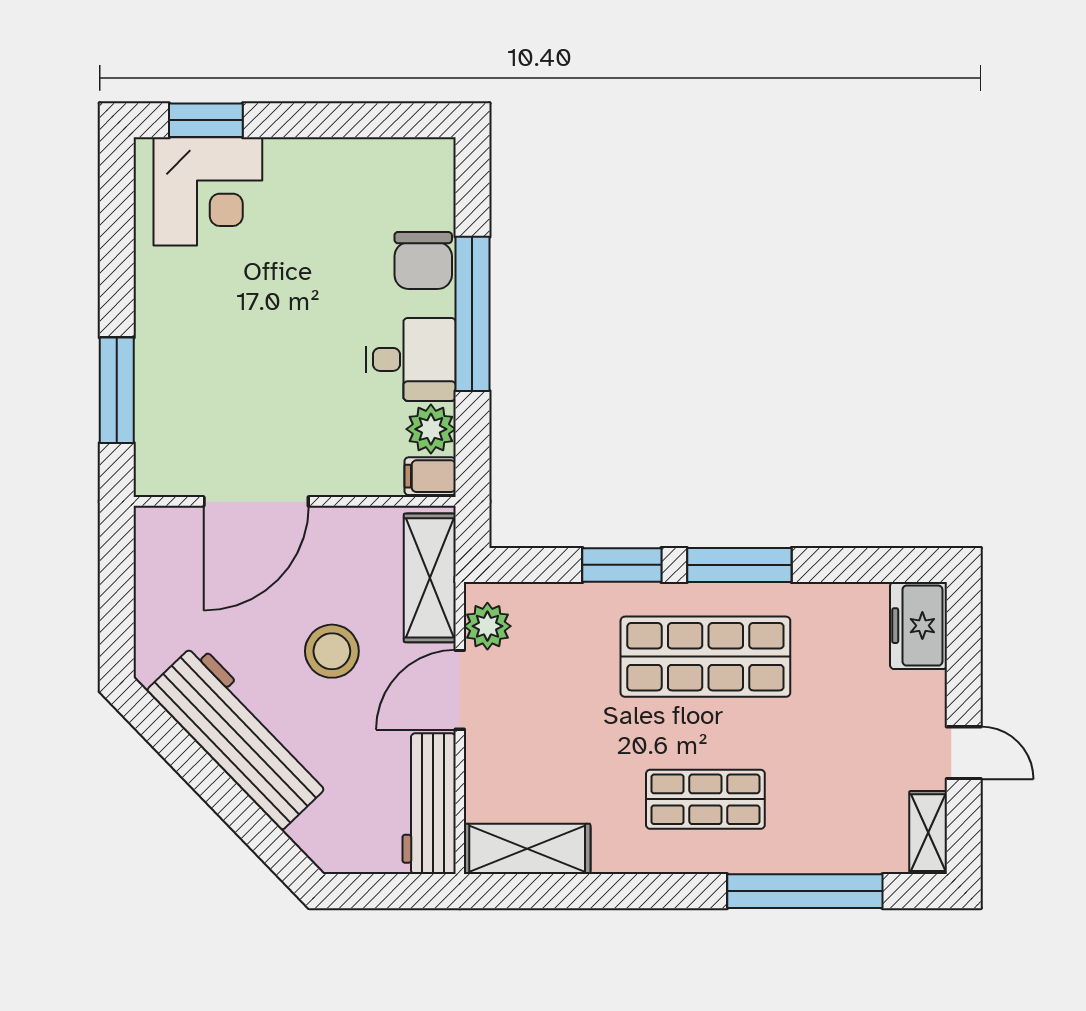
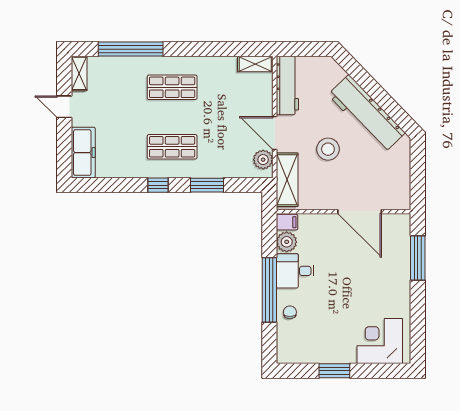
window: (206, 120) -> (334, 371), moved
chair: (423, 260) -> (290, 312), width x0.54, depth x0.54
door: (256, 501) -> (360, 212), swing flipped
window: (739, 565) -> (158, 185), width x0.46
freezer: (918, 626) -> (83, 153), width x1.40
shop shelf: (705, 657) -> (172, 147), width x0.70, depth x0.74
door: (460, 690) -> (275, 133), swing flipped
shelving: (527, 849) -> (255, 64), width x0.67, depth x0.75

